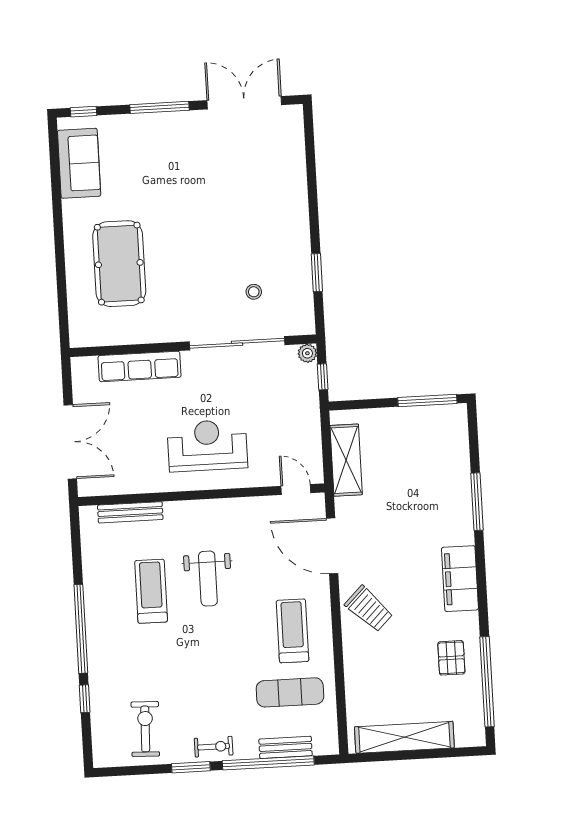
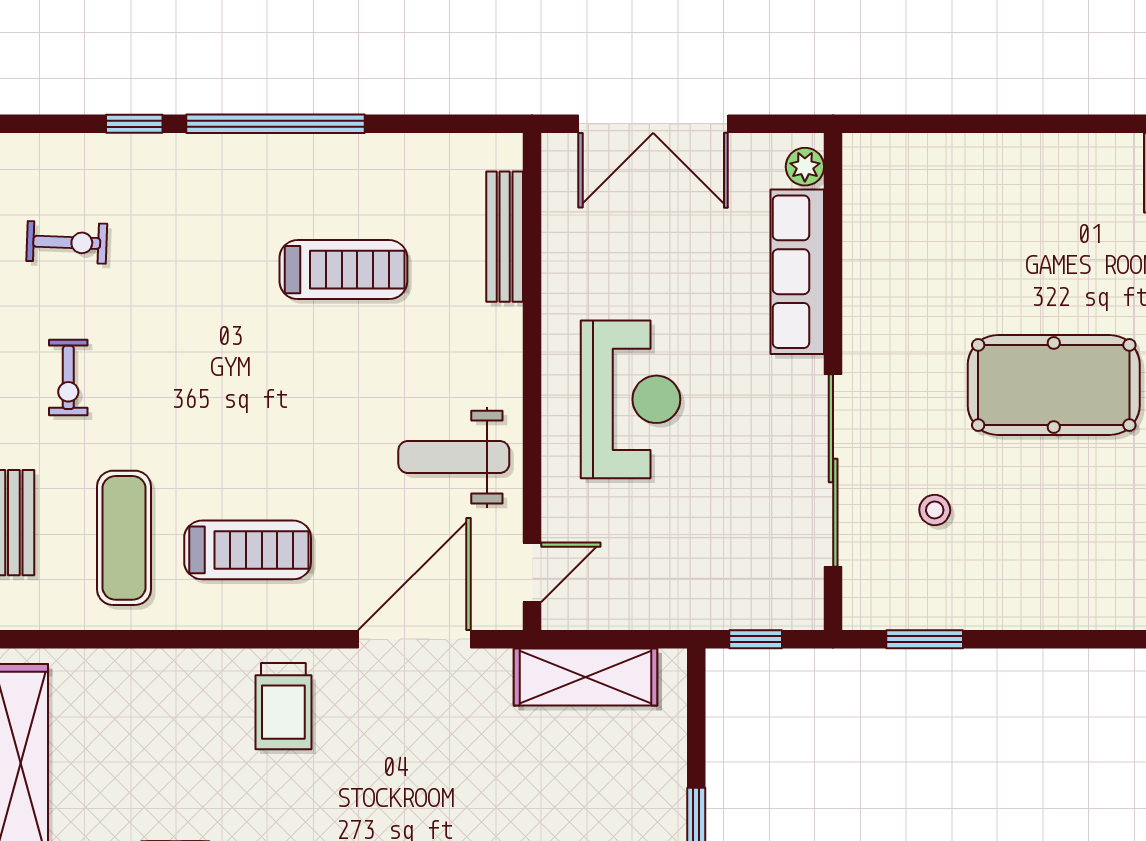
pool table: (119, 264) -> (1054, 385), moved
window: (317, 273) -> (925, 639), moved
plant: (307, 353) -> (805, 167), moved
weight bench: (208, 579) -> (454, 457), moved
trolley: (369, 609) -> (283, 706), turned -45
exercise bike: (145, 729) -> (67, 242), width x0.73, depth x0.72
exercise bike: (214, 747) -> (68, 377), moved

